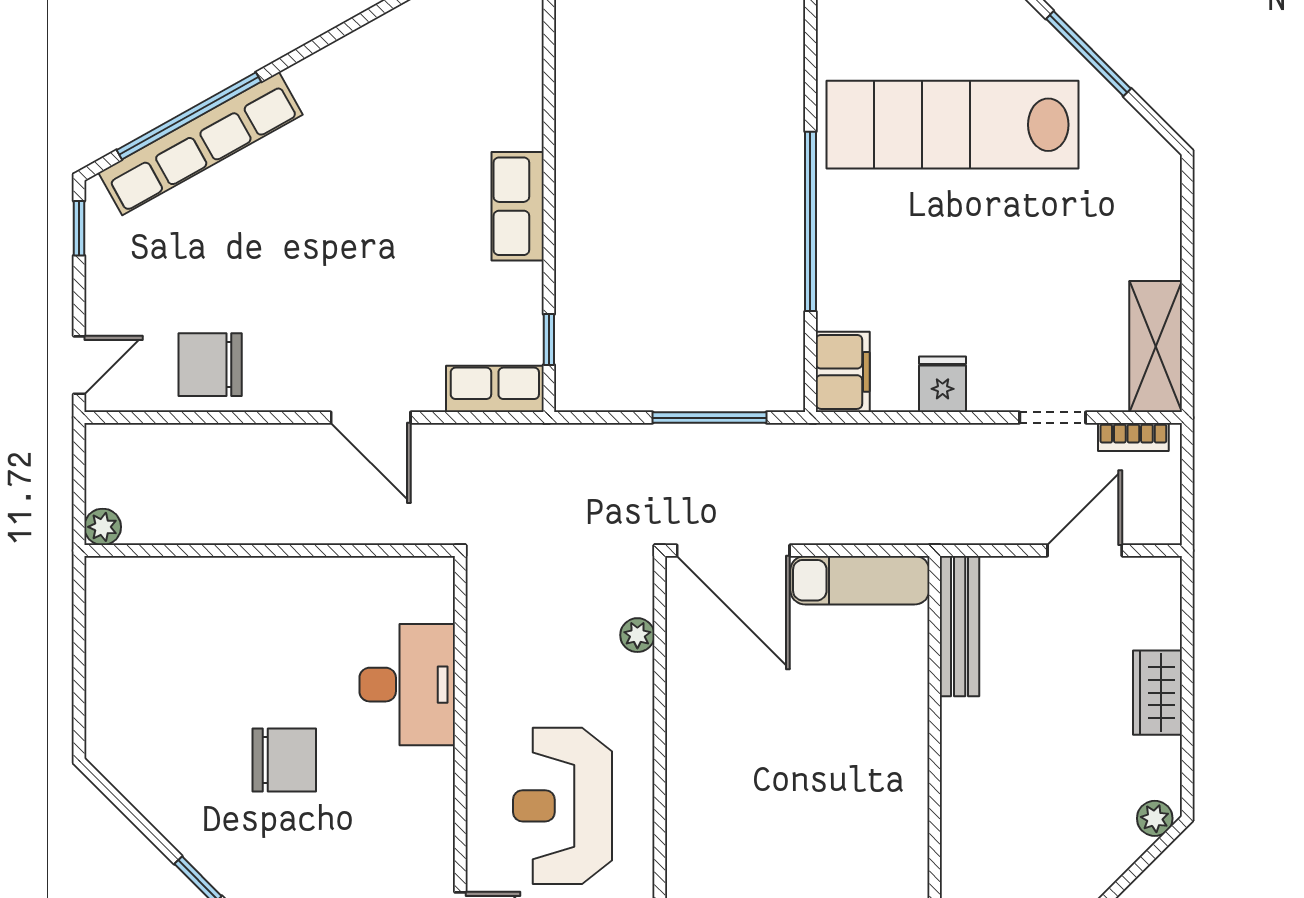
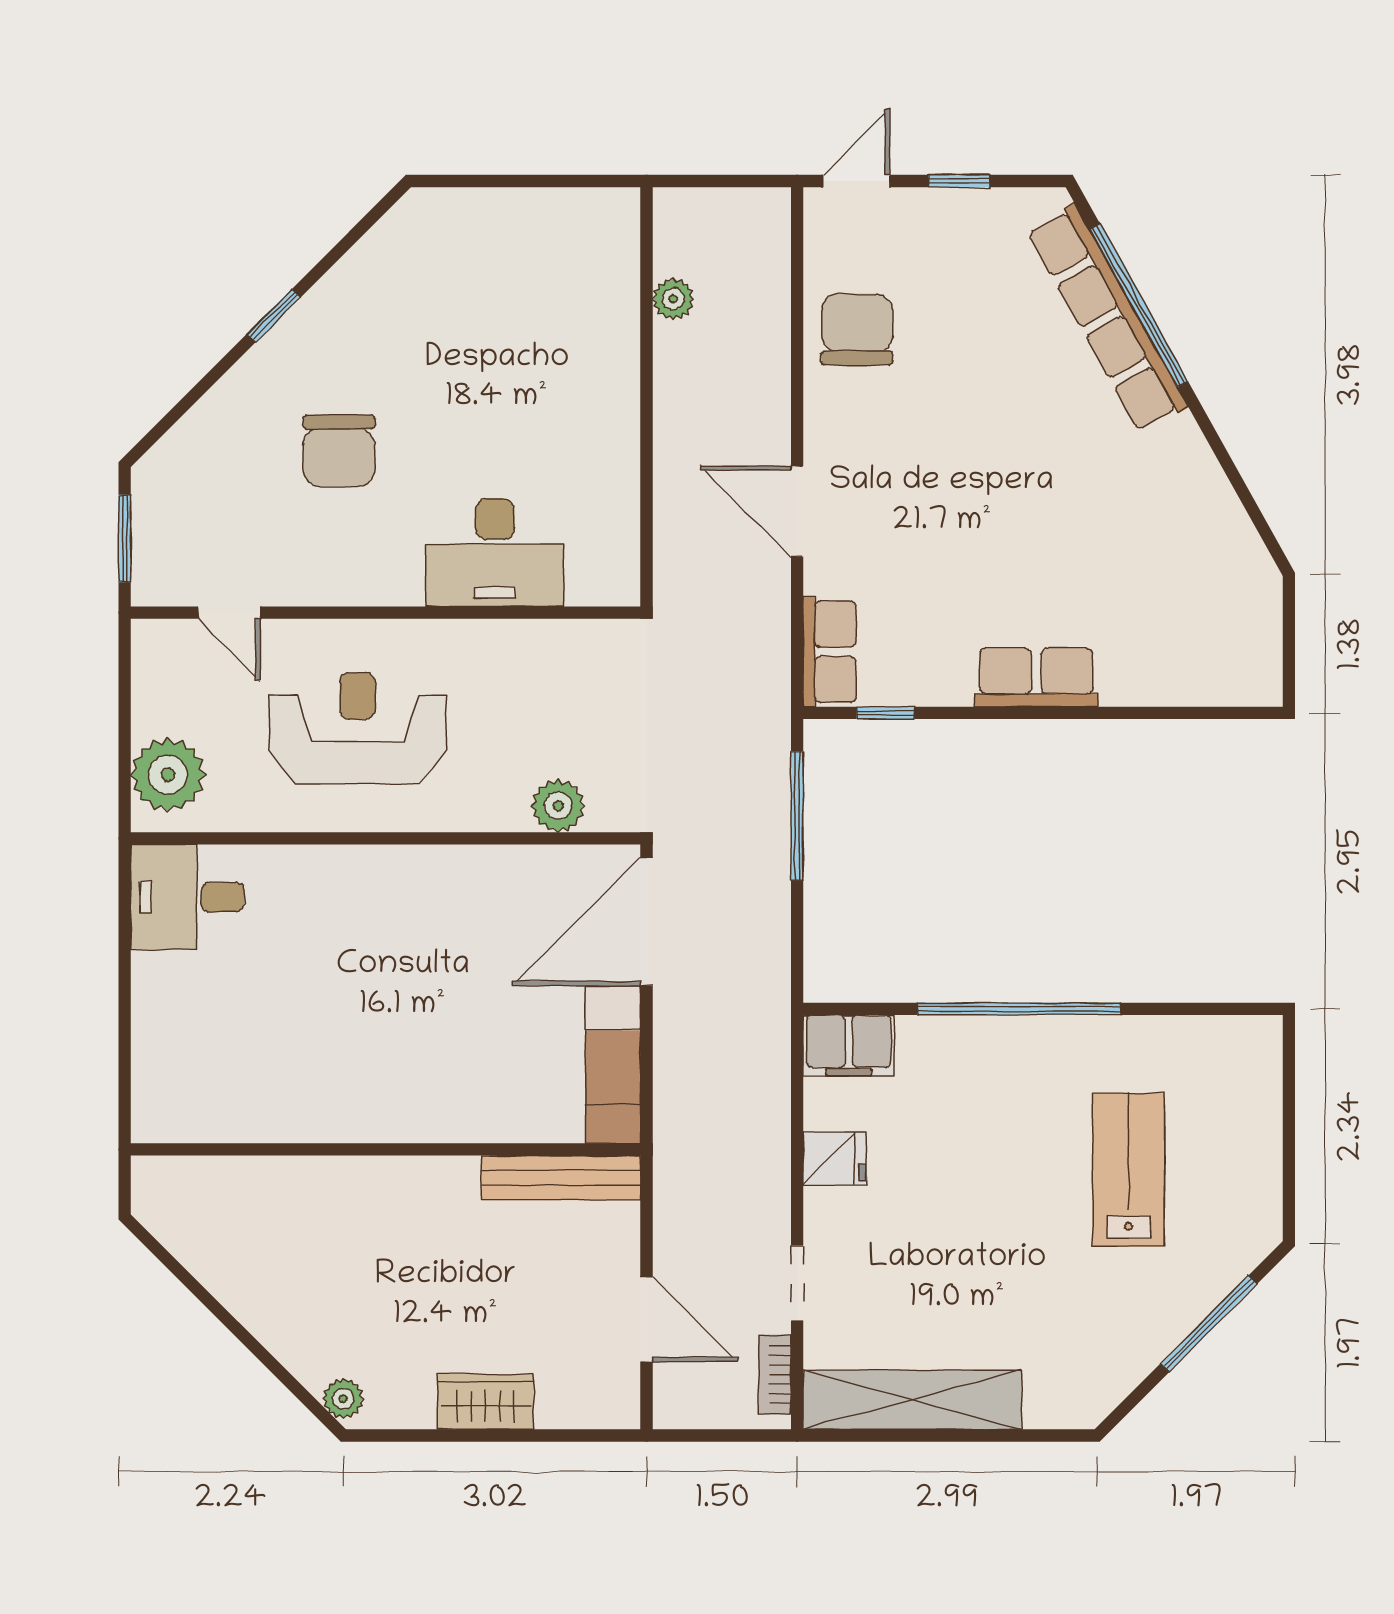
lab bench: (953, 125) -> (1129, 1170), width x0.54, depth x0.72
window: (79, 228) -> (959, 181), moved
shelving: (1156, 347) -> (912, 1400), width x1.47
door: (79, 365) -> (856, 181), swing flipped
door: (371, 418) -> (797, 511), hinge flipped
window: (709, 418) -> (797, 816), moved
plant: (103, 527) -> (673, 299), moved
plant: (637, 635) -> (558, 806), width x1.38, depth x1.38
chair: (284, 760) -> (339, 451), moved

